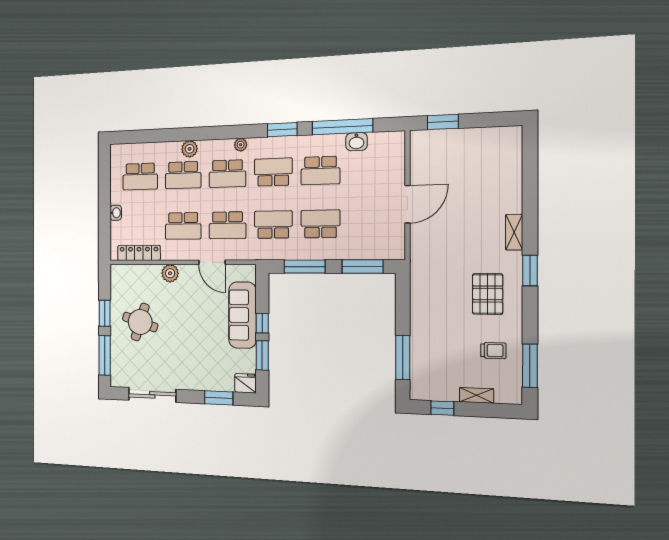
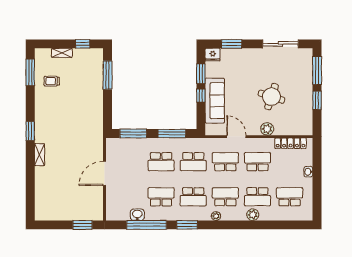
school desk: (183, 175) -> (257, 197), turned 180
pallet: (488, 294) -> (55, 116), removed
round table: (140, 322) -> (271, 97), moved

